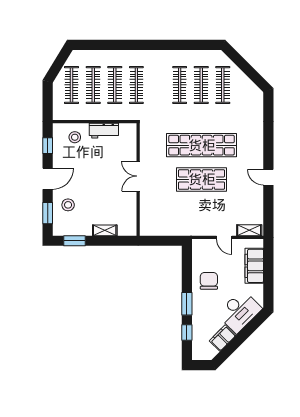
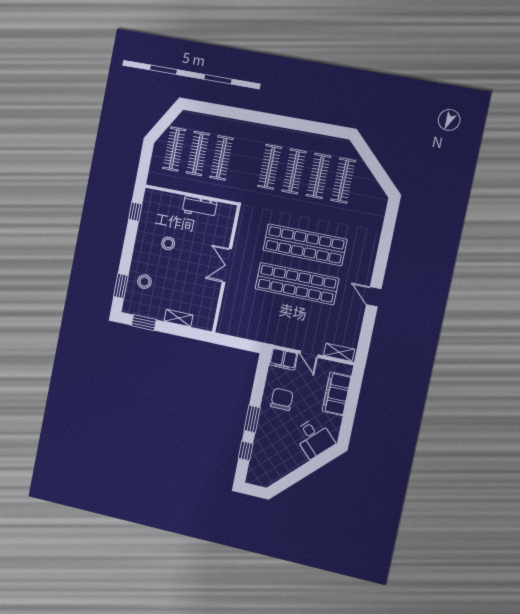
clothes rail: (136, 85) -> (270, 167), moved
stool: (75, 137) -> (168, 243), moved
door: (48, 179) -> (128, 248), removed
shop shelf: (202, 179) -> (297, 284), width x1.40
desk: (239, 311) -> (314, 438), width x0.73
filing cabinet: (223, 338) -> (283, 359), moved, turned -135

